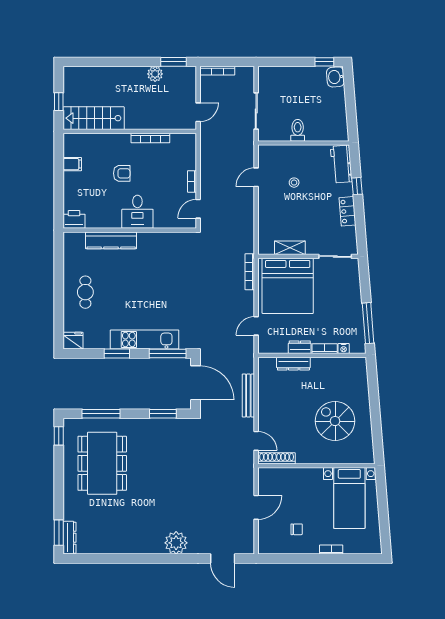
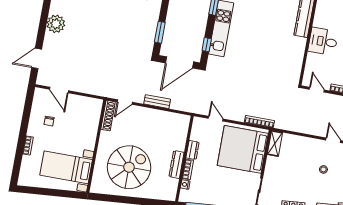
shelving: (290, 248) -> (275, 143), moved
window: (168, 354) -> (207, 45), width x0.46
dresser: (293, 364) -> (176, 164), moved
bench: (248, 395) -> (157, 102), width x0.73
spiral stairs: (335, 421) -> (129, 167), width x1.37, depth x1.37
door: (256, 507) -> (59, 90), moved

